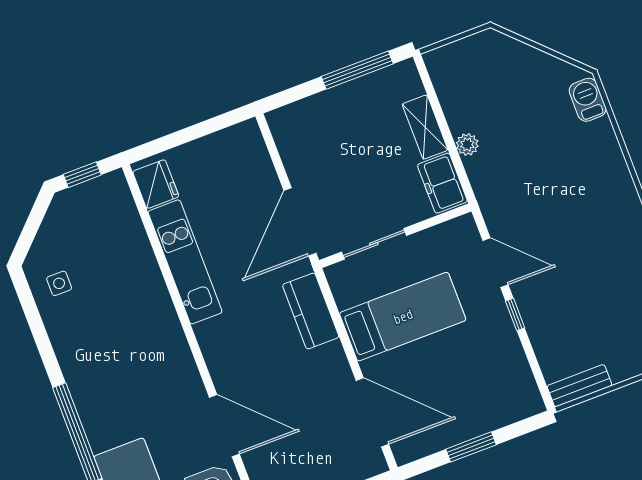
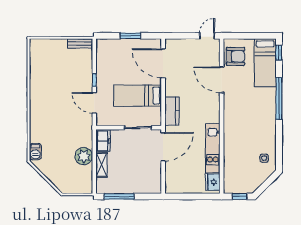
plant: (467, 144) -> (84, 156), width x1.88, depth x1.88

